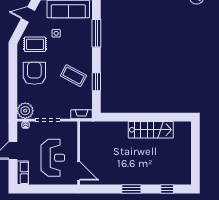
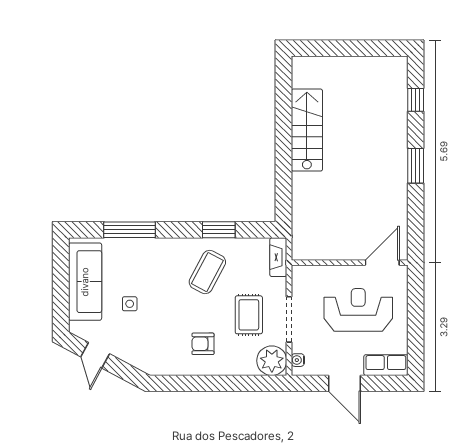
rug: (35, 44) -> (249, 315), moved
armchair: (34, 73) -> (203, 344), width x0.53, depth x0.53

